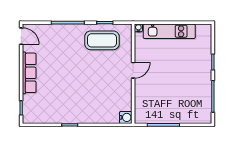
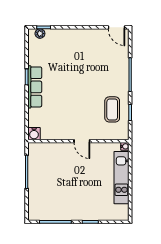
door: (21, 36) -> (117, 27), hinge flipped
coffee table: (102, 40) -> (112, 109), width x0.73, depth x0.76
row of seats: (29, 73) -> (35, 87), moved, turned -90
plant: (27, 112) -> (40, 34), added

